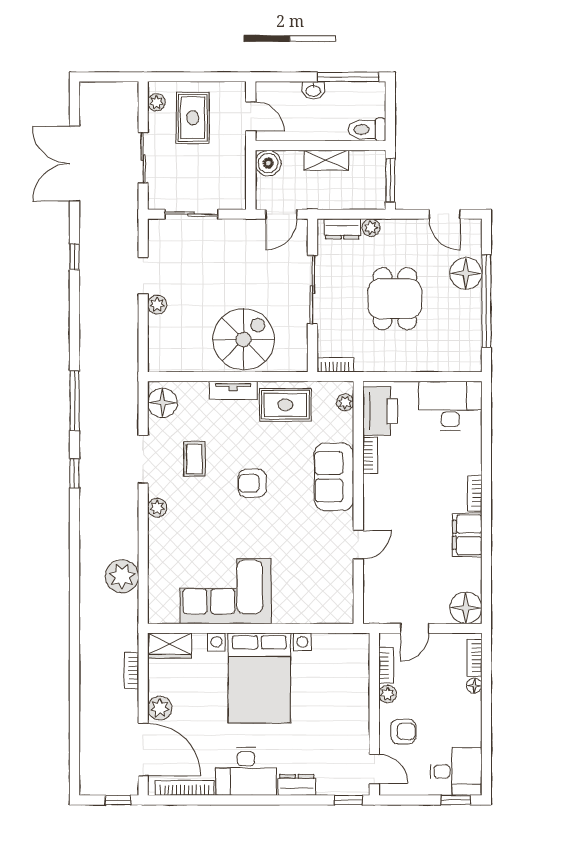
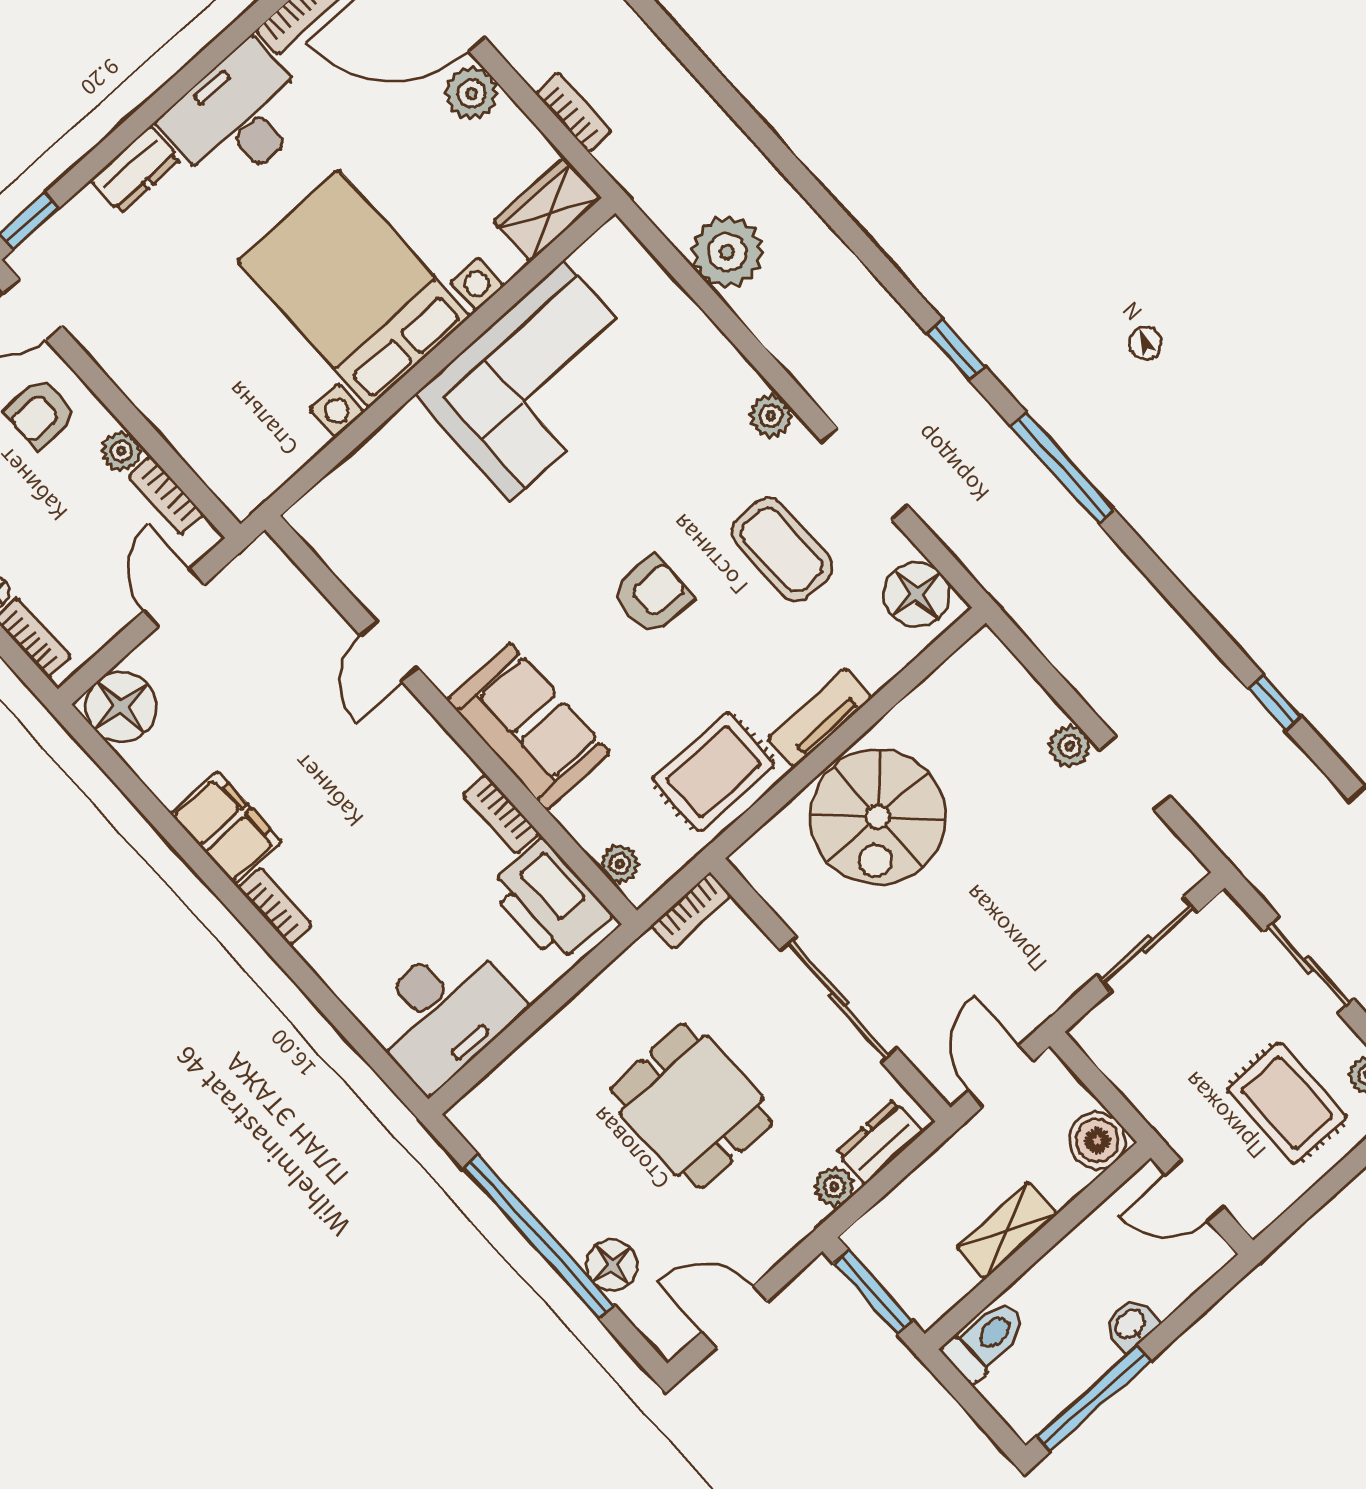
floor lamp: (466, 273) -> (612, 1265), width x0.73, depth x0.73
coffee table: (194, 459) -> (782, 550), width x1.36, depth x1.30

